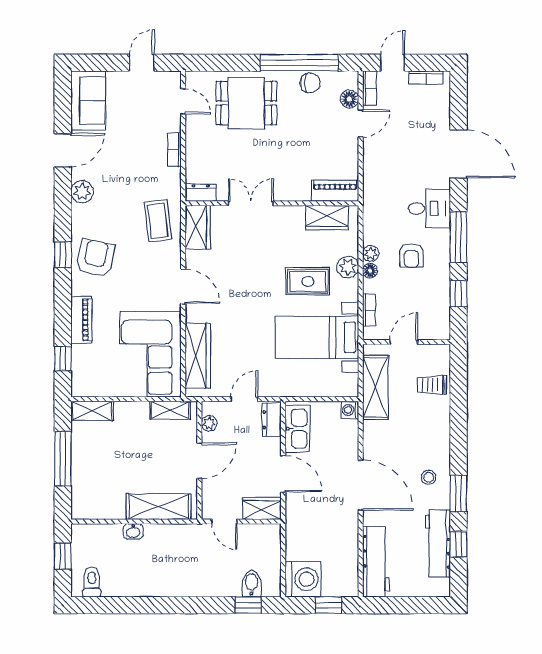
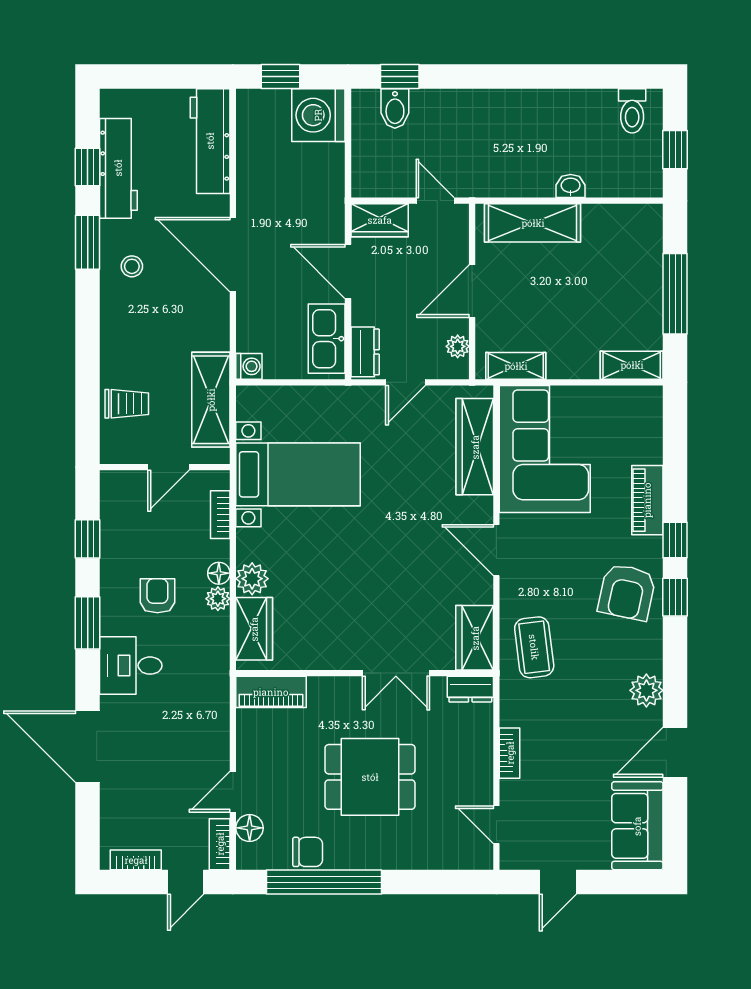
chair: (310, 83) -> (308, 852), turned 180
dining table: (246, 103) -> (370, 777), moved
wardrobe: (327, 218) -> (254, 629), moved, turned 90
window: (458, 237) -> (88, 623), width x0.69
rug: (308, 281) -> (311, 557), removed
window: (63, 359) -> (675, 540), moved

